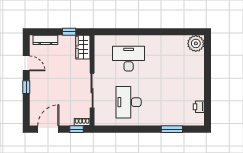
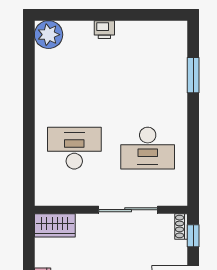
window: (69, 32) -> (29, 248), removed
desk: (129, 59) -> (74, 148), turned 90
printer: (199, 107) -> (104, 30), moved

